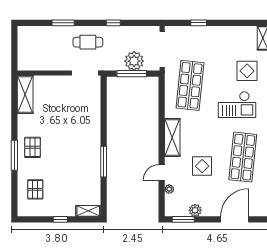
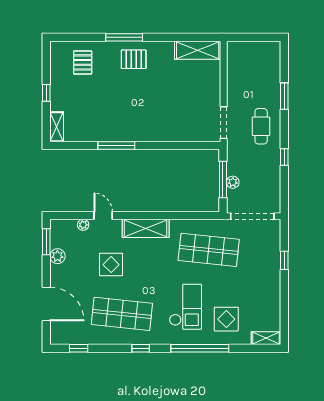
plant: (134, 61) -> (233, 182), width x0.53, depth x0.53
checkout: (237, 105) -> (185, 307), turned 180
pallet: (35, 189) -> (83, 62), turned 90

